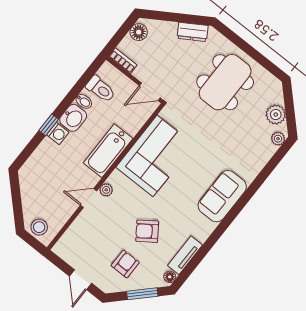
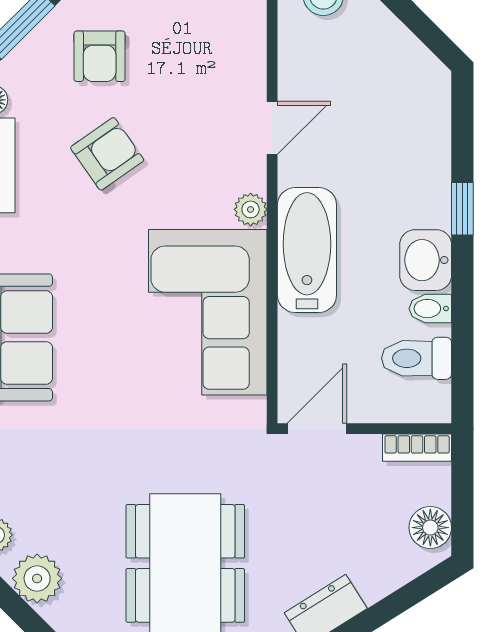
washing machine: (58, 134) -> (431, 206), removed
plant: (106, 190) -> (251, 209), moved

